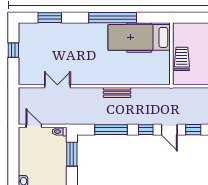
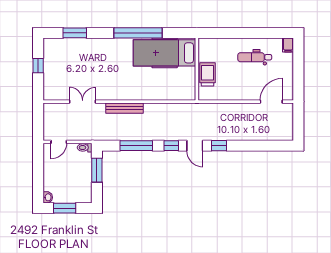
bench: (117, 92) -> (124, 108), moved, width x1.36
door: (34, 126) -> (59, 142), swing flipped

